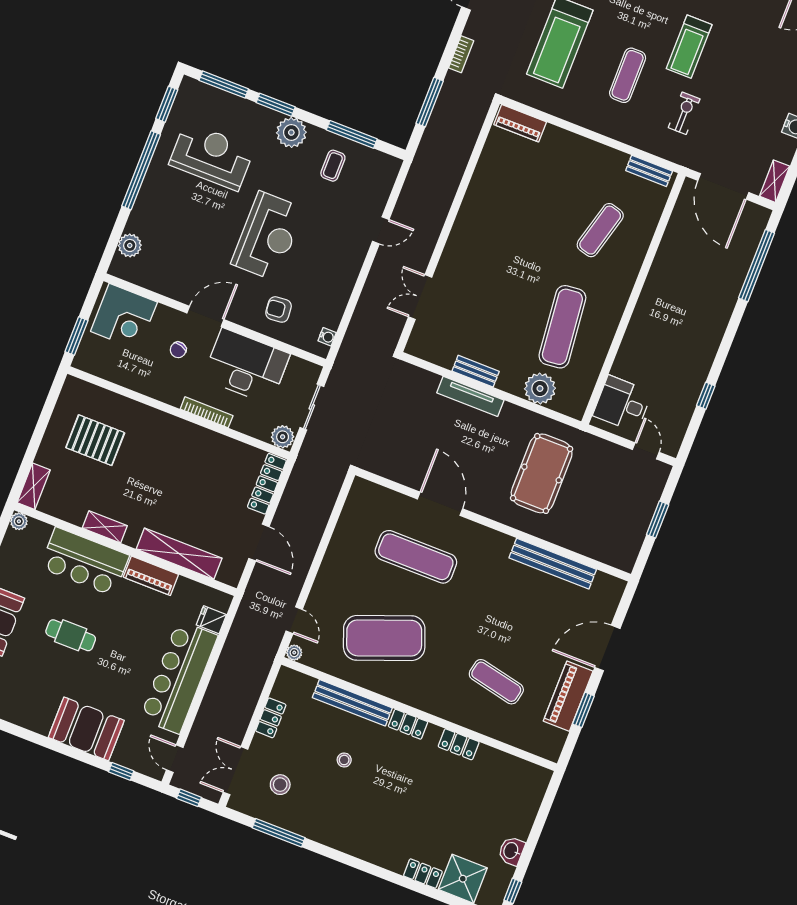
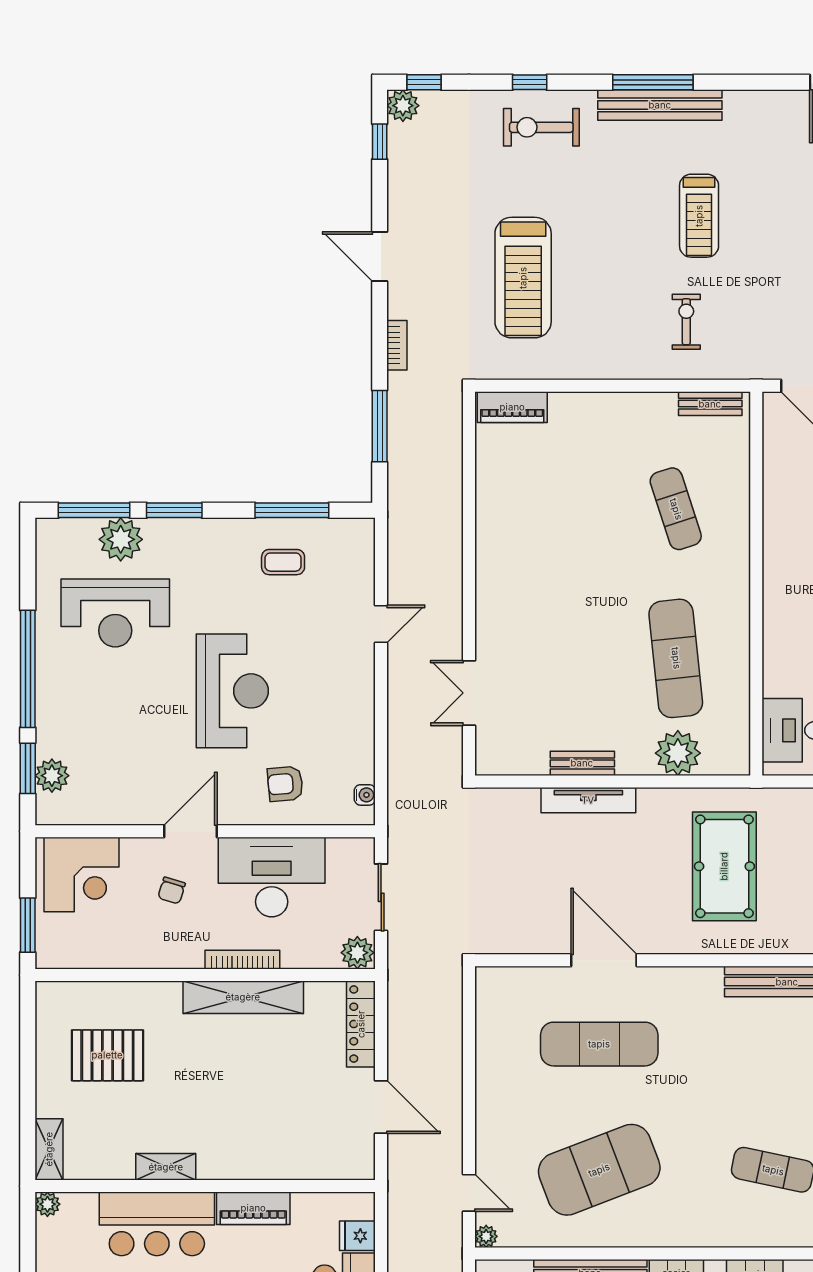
exercise mat: (628, 75) -> (631, 286), removed
window: (167, 104) -> (28, 768), moved
exercise bike: (684, 113) -> (686, 322), moved
plant: (291, 132) -> (121, 539), moved
reception desk: (212, 156) -> (115, 613), turned 180
coffee table: (333, 166) -> (283, 562), turned 90
exercise mat: (600, 230) -> (676, 509), turned -33
shelving: (179, 554) -> (243, 997), moved

